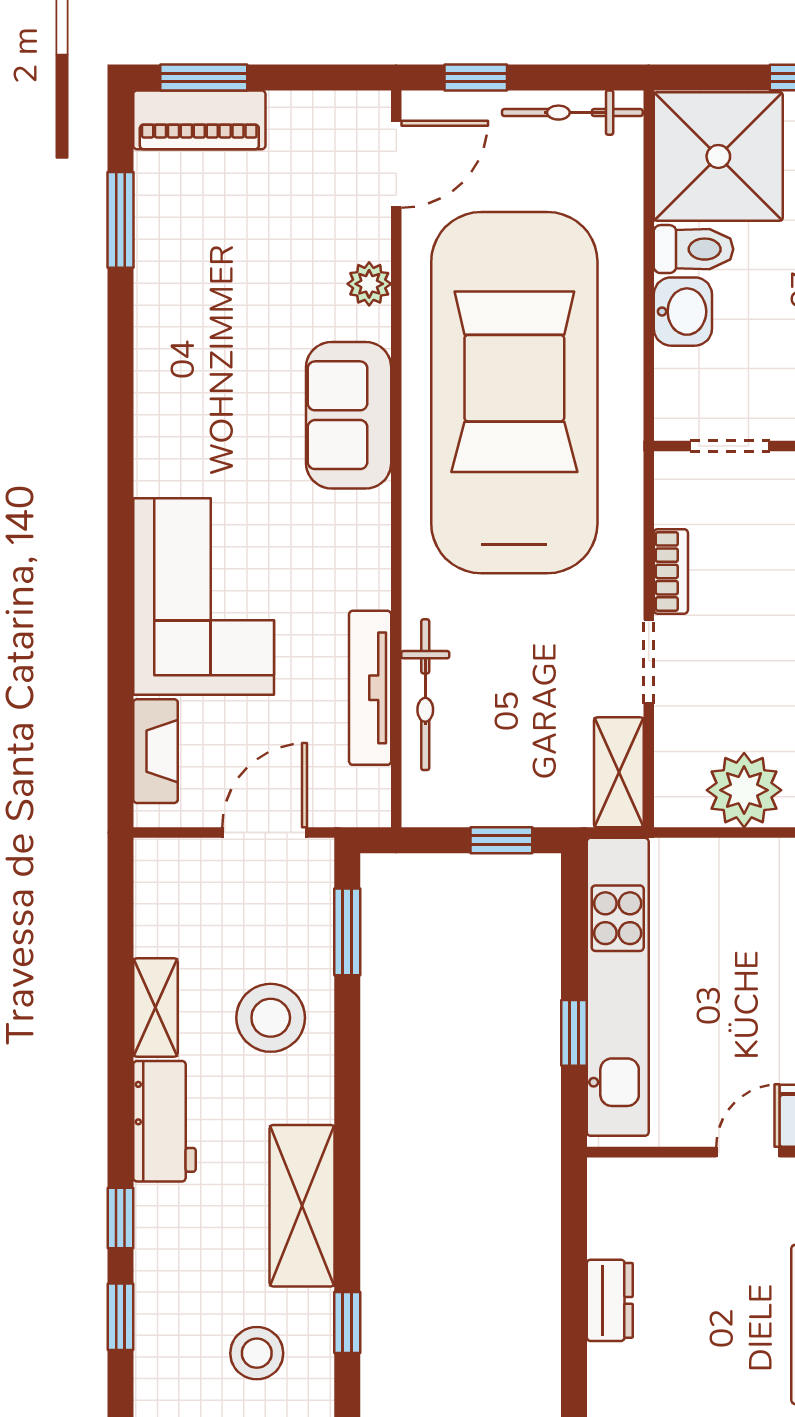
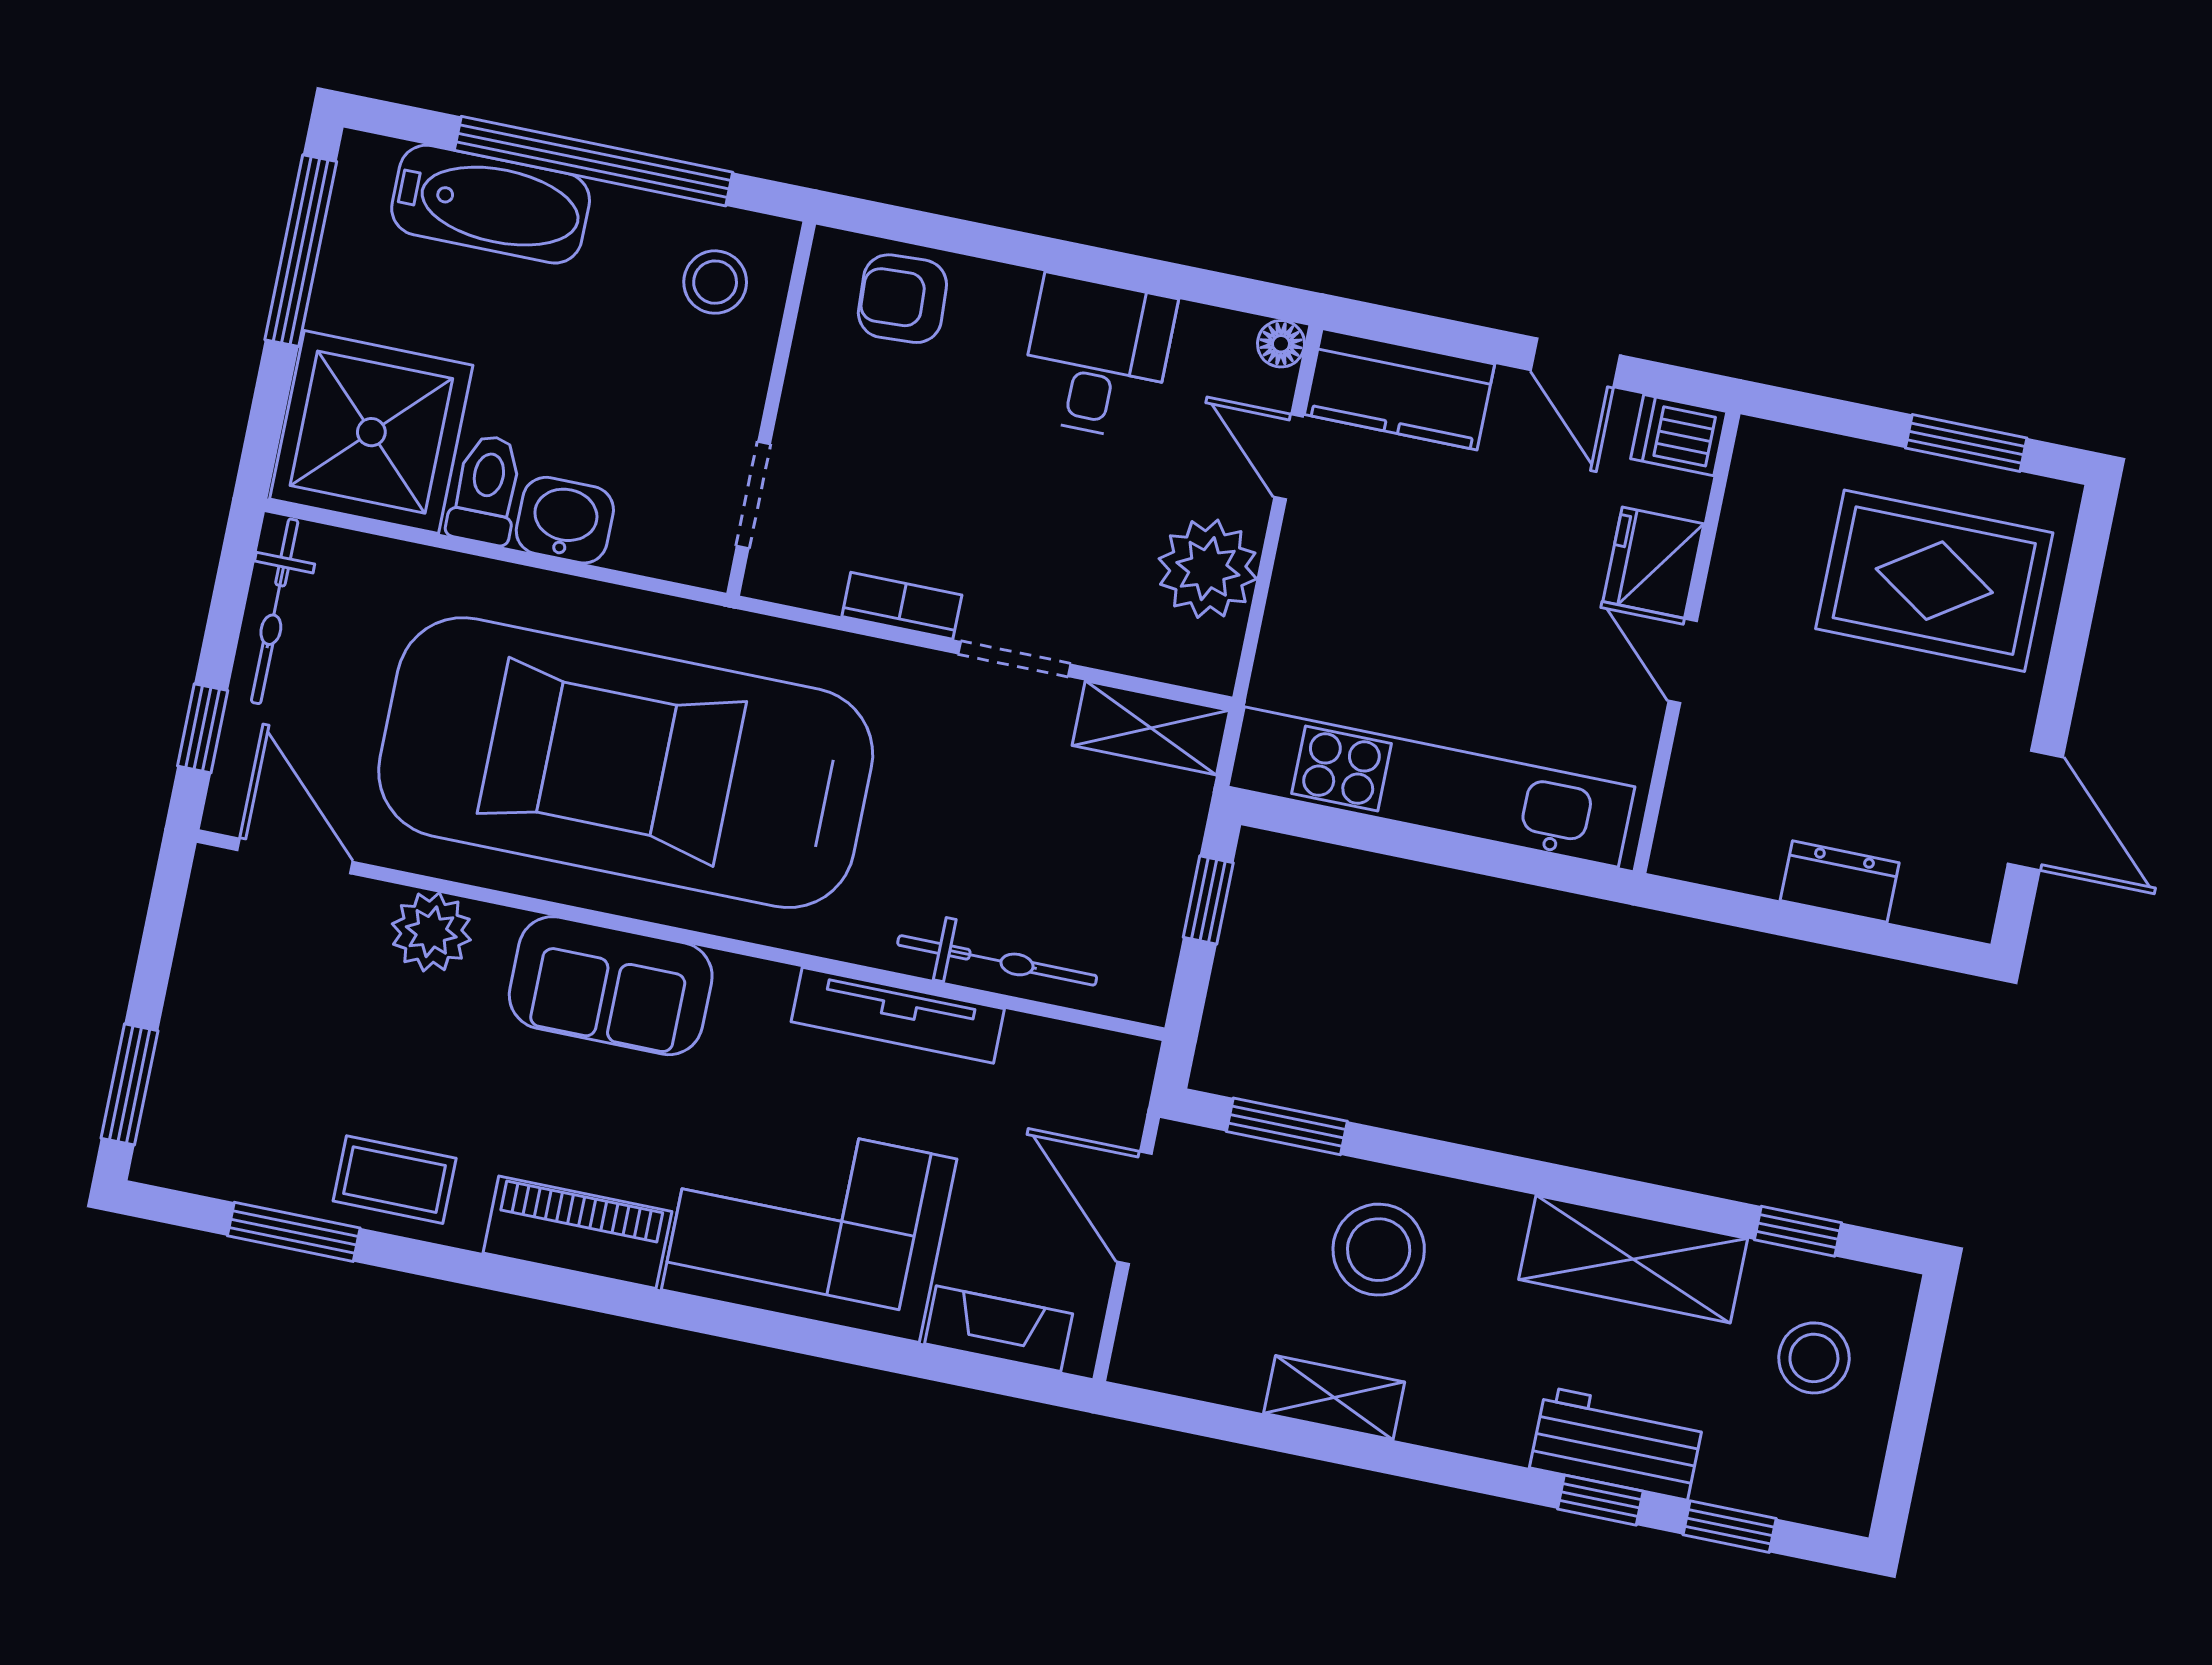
piano: (199, 120) -> (577, 1232), moved, turned -90
plant: (369, 284) -> (431, 932), width x1.38, depth x1.38
coffee table: (174, 286) -> (395, 1180), added
tv unit: (370, 688) -> (898, 1015), moved
window: (574, 1033) -> (1480, 857), removed
workbench: (164, 1121) -> (1617, 1443), moved

